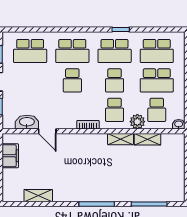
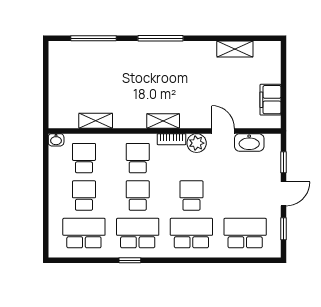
school desk: (157, 80) -> (84, 196), width x0.54
plant: (137, 122) -> (197, 143), moved
shelving: (120, 139) -> (163, 121), moved

